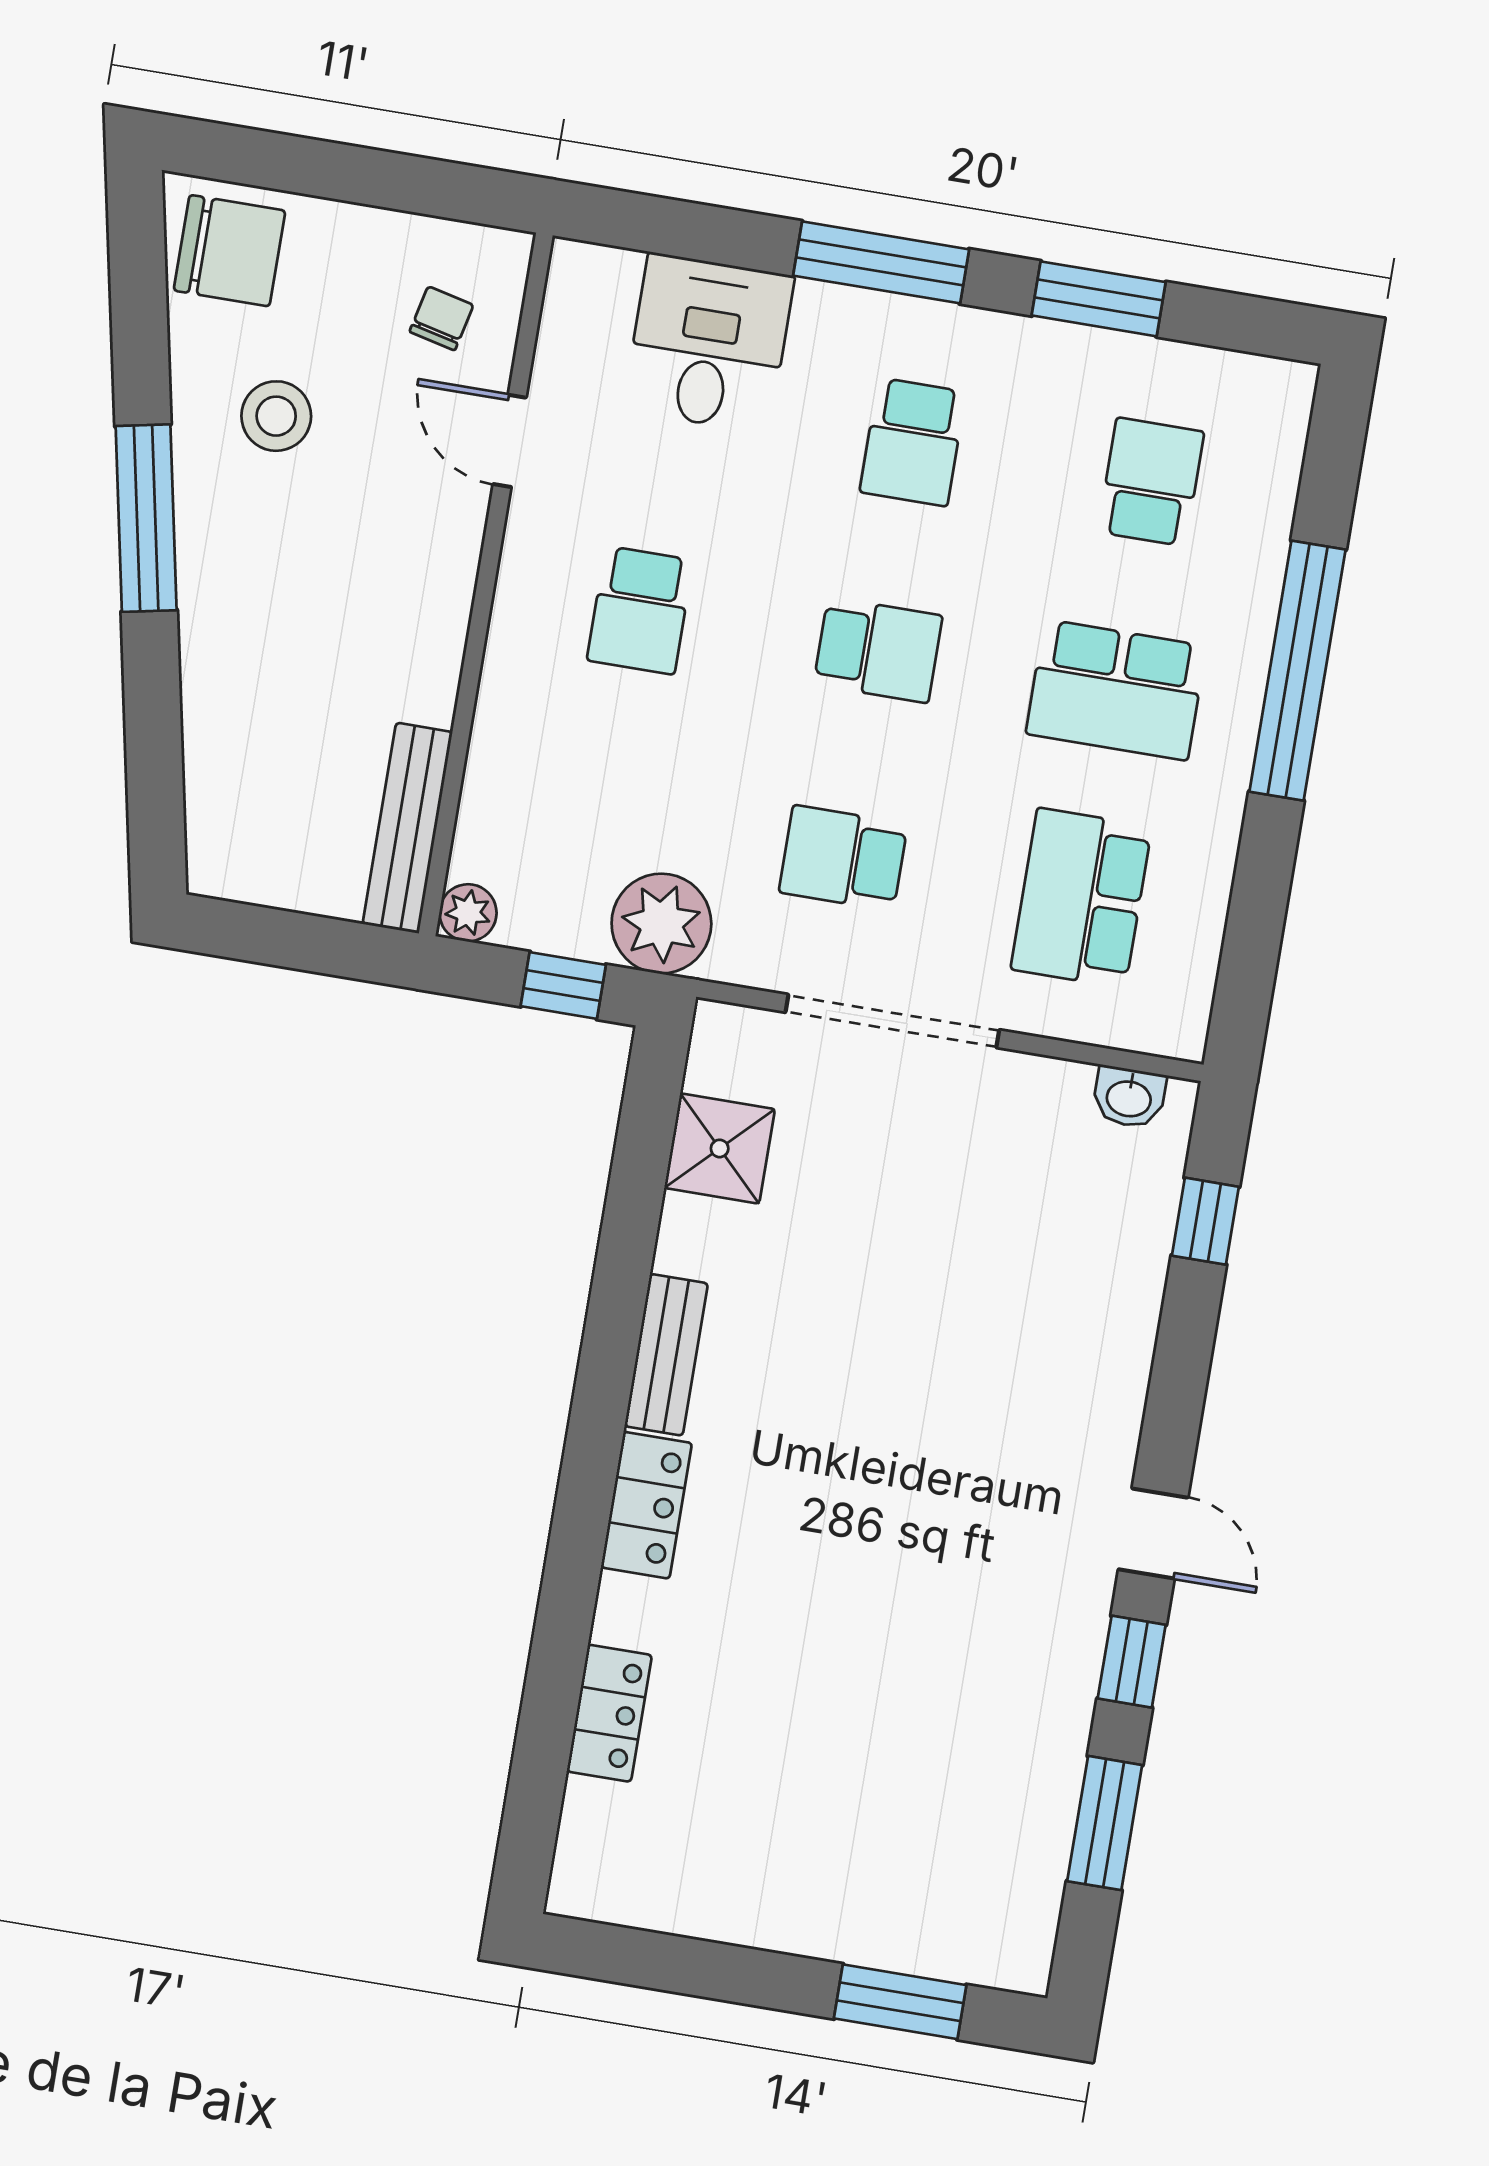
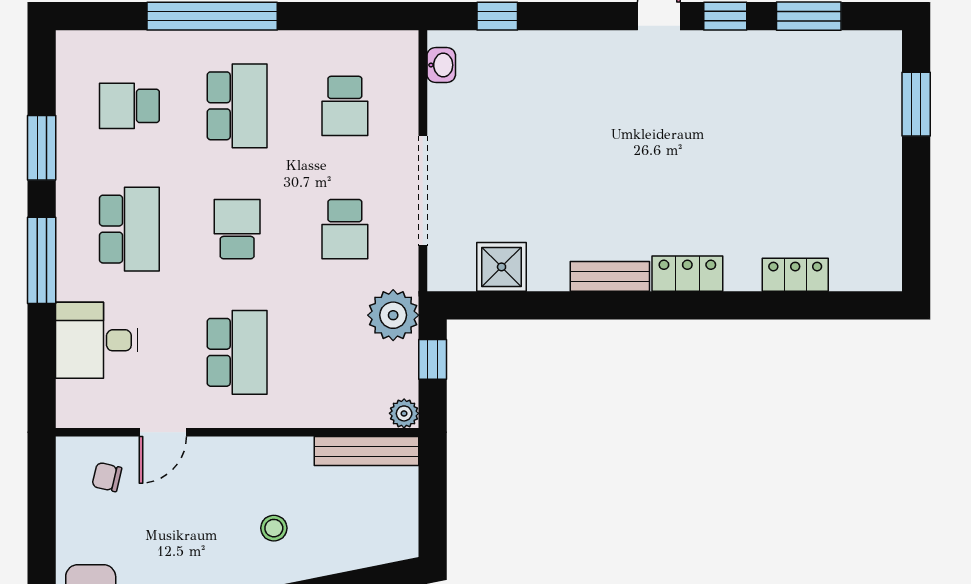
stool: (276, 416) -> (274, 528), moved, width x0.73, depth x0.73
school desk: (913, 442) -> (129, 229), width x1.85
school desk: (640, 610) -> (237, 352), width x1.85
school desk: (1081, 898) -> (345, 106), width x0.54

